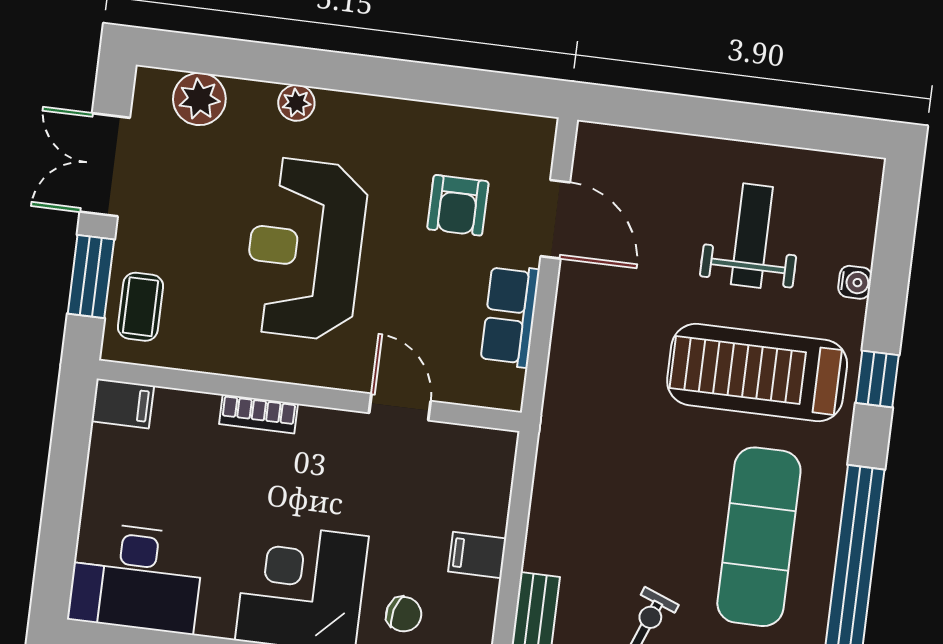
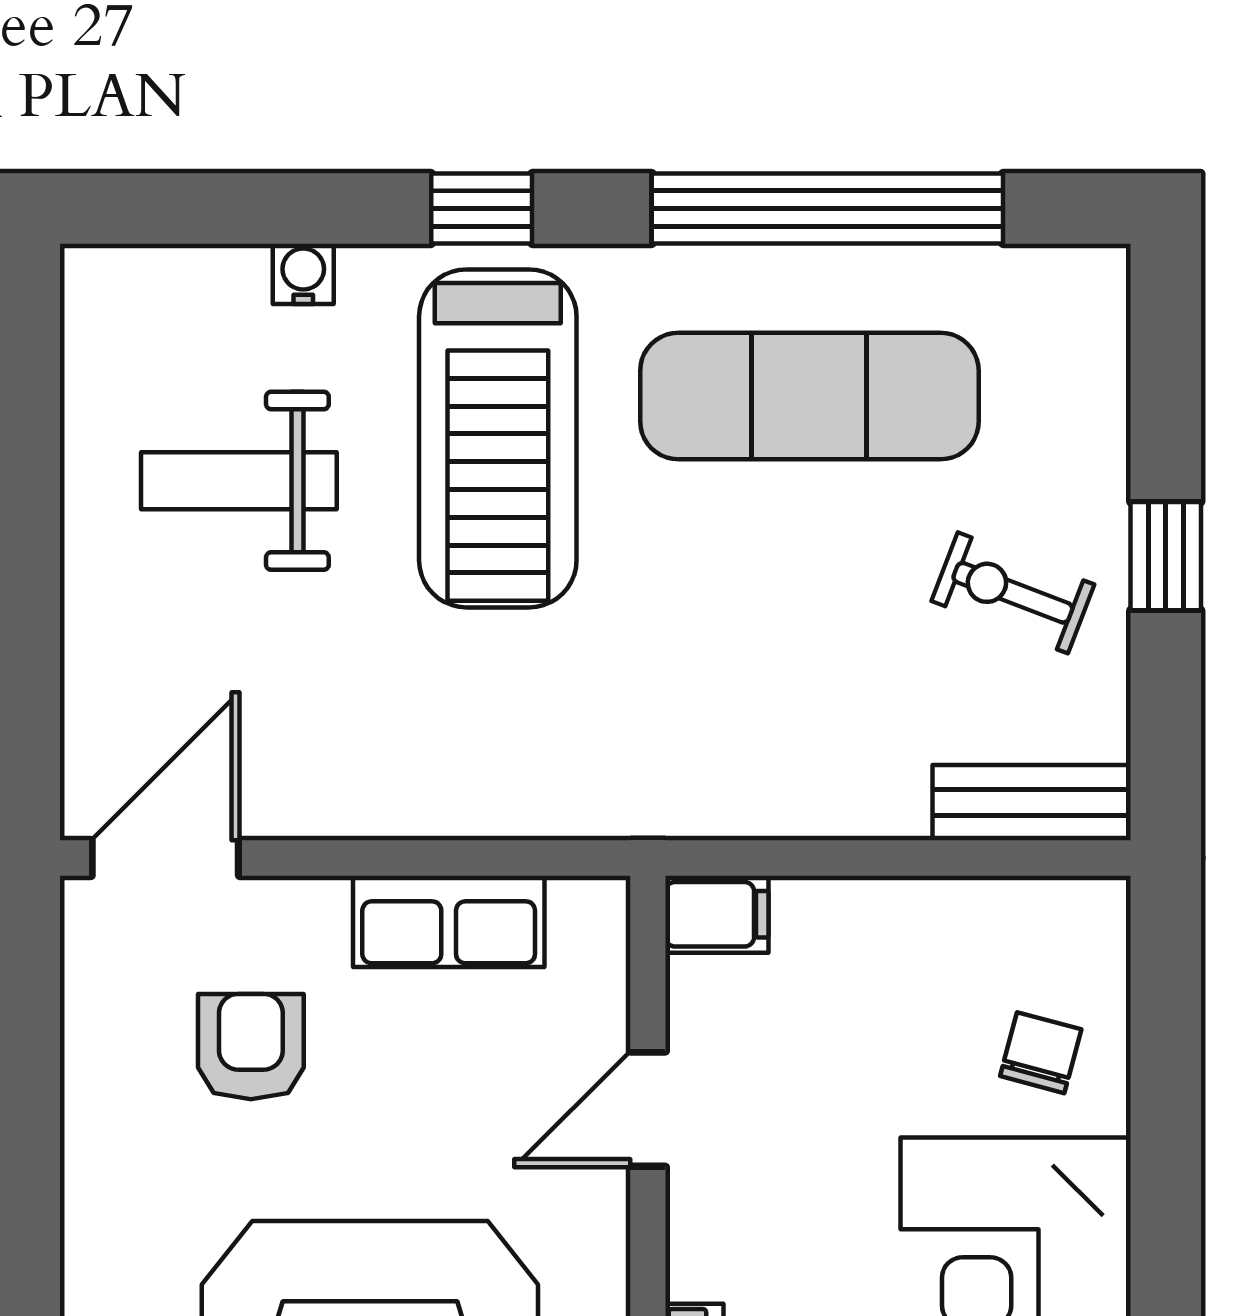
armchair: (458, 205) -> (251, 1047), turned -90
door: (555, 219) -> (165, 858), moved
filing cabinet: (477, 555) -> (717, 914), moved, turned -90

